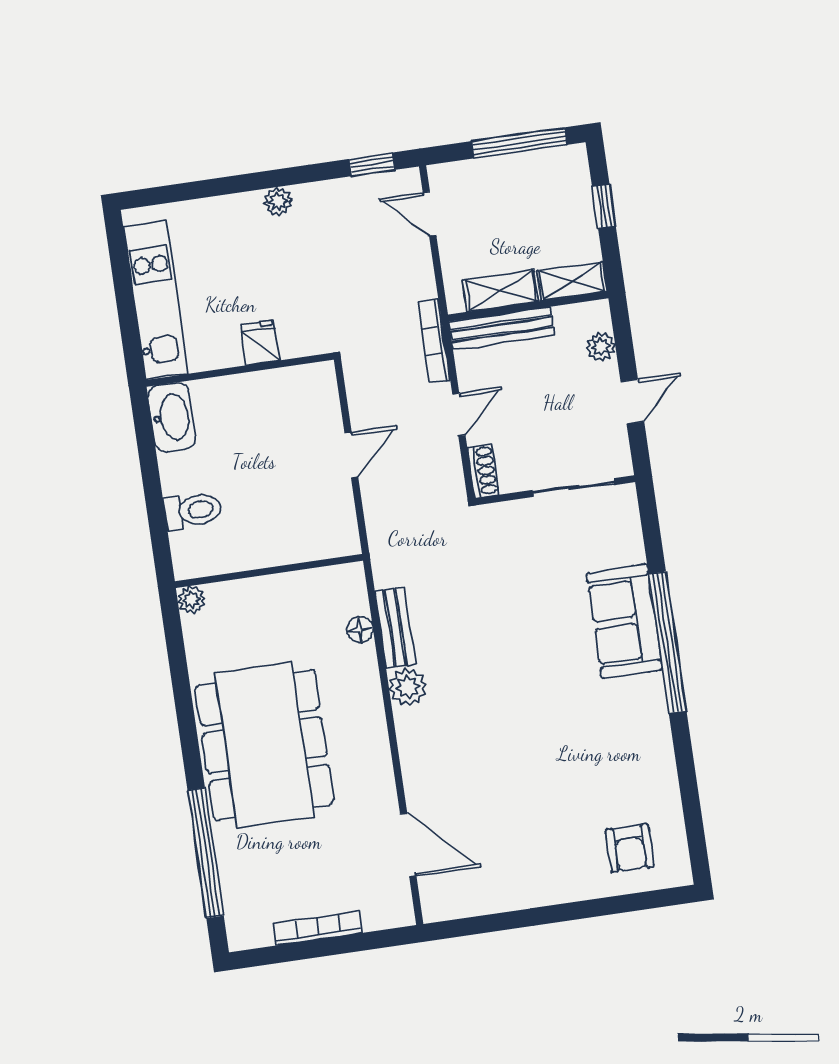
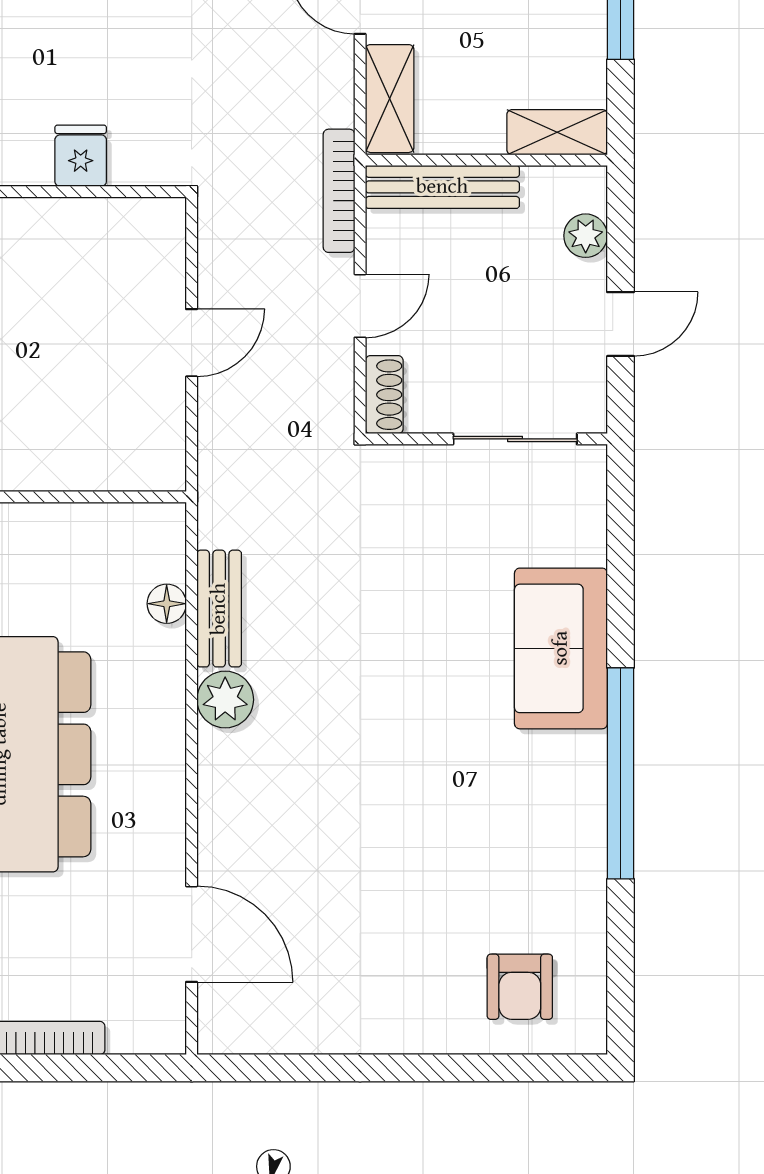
shelving: (500, 291) -> (390, 99), moved, turned 90
window: (667, 642) -> (621, 773), moved

